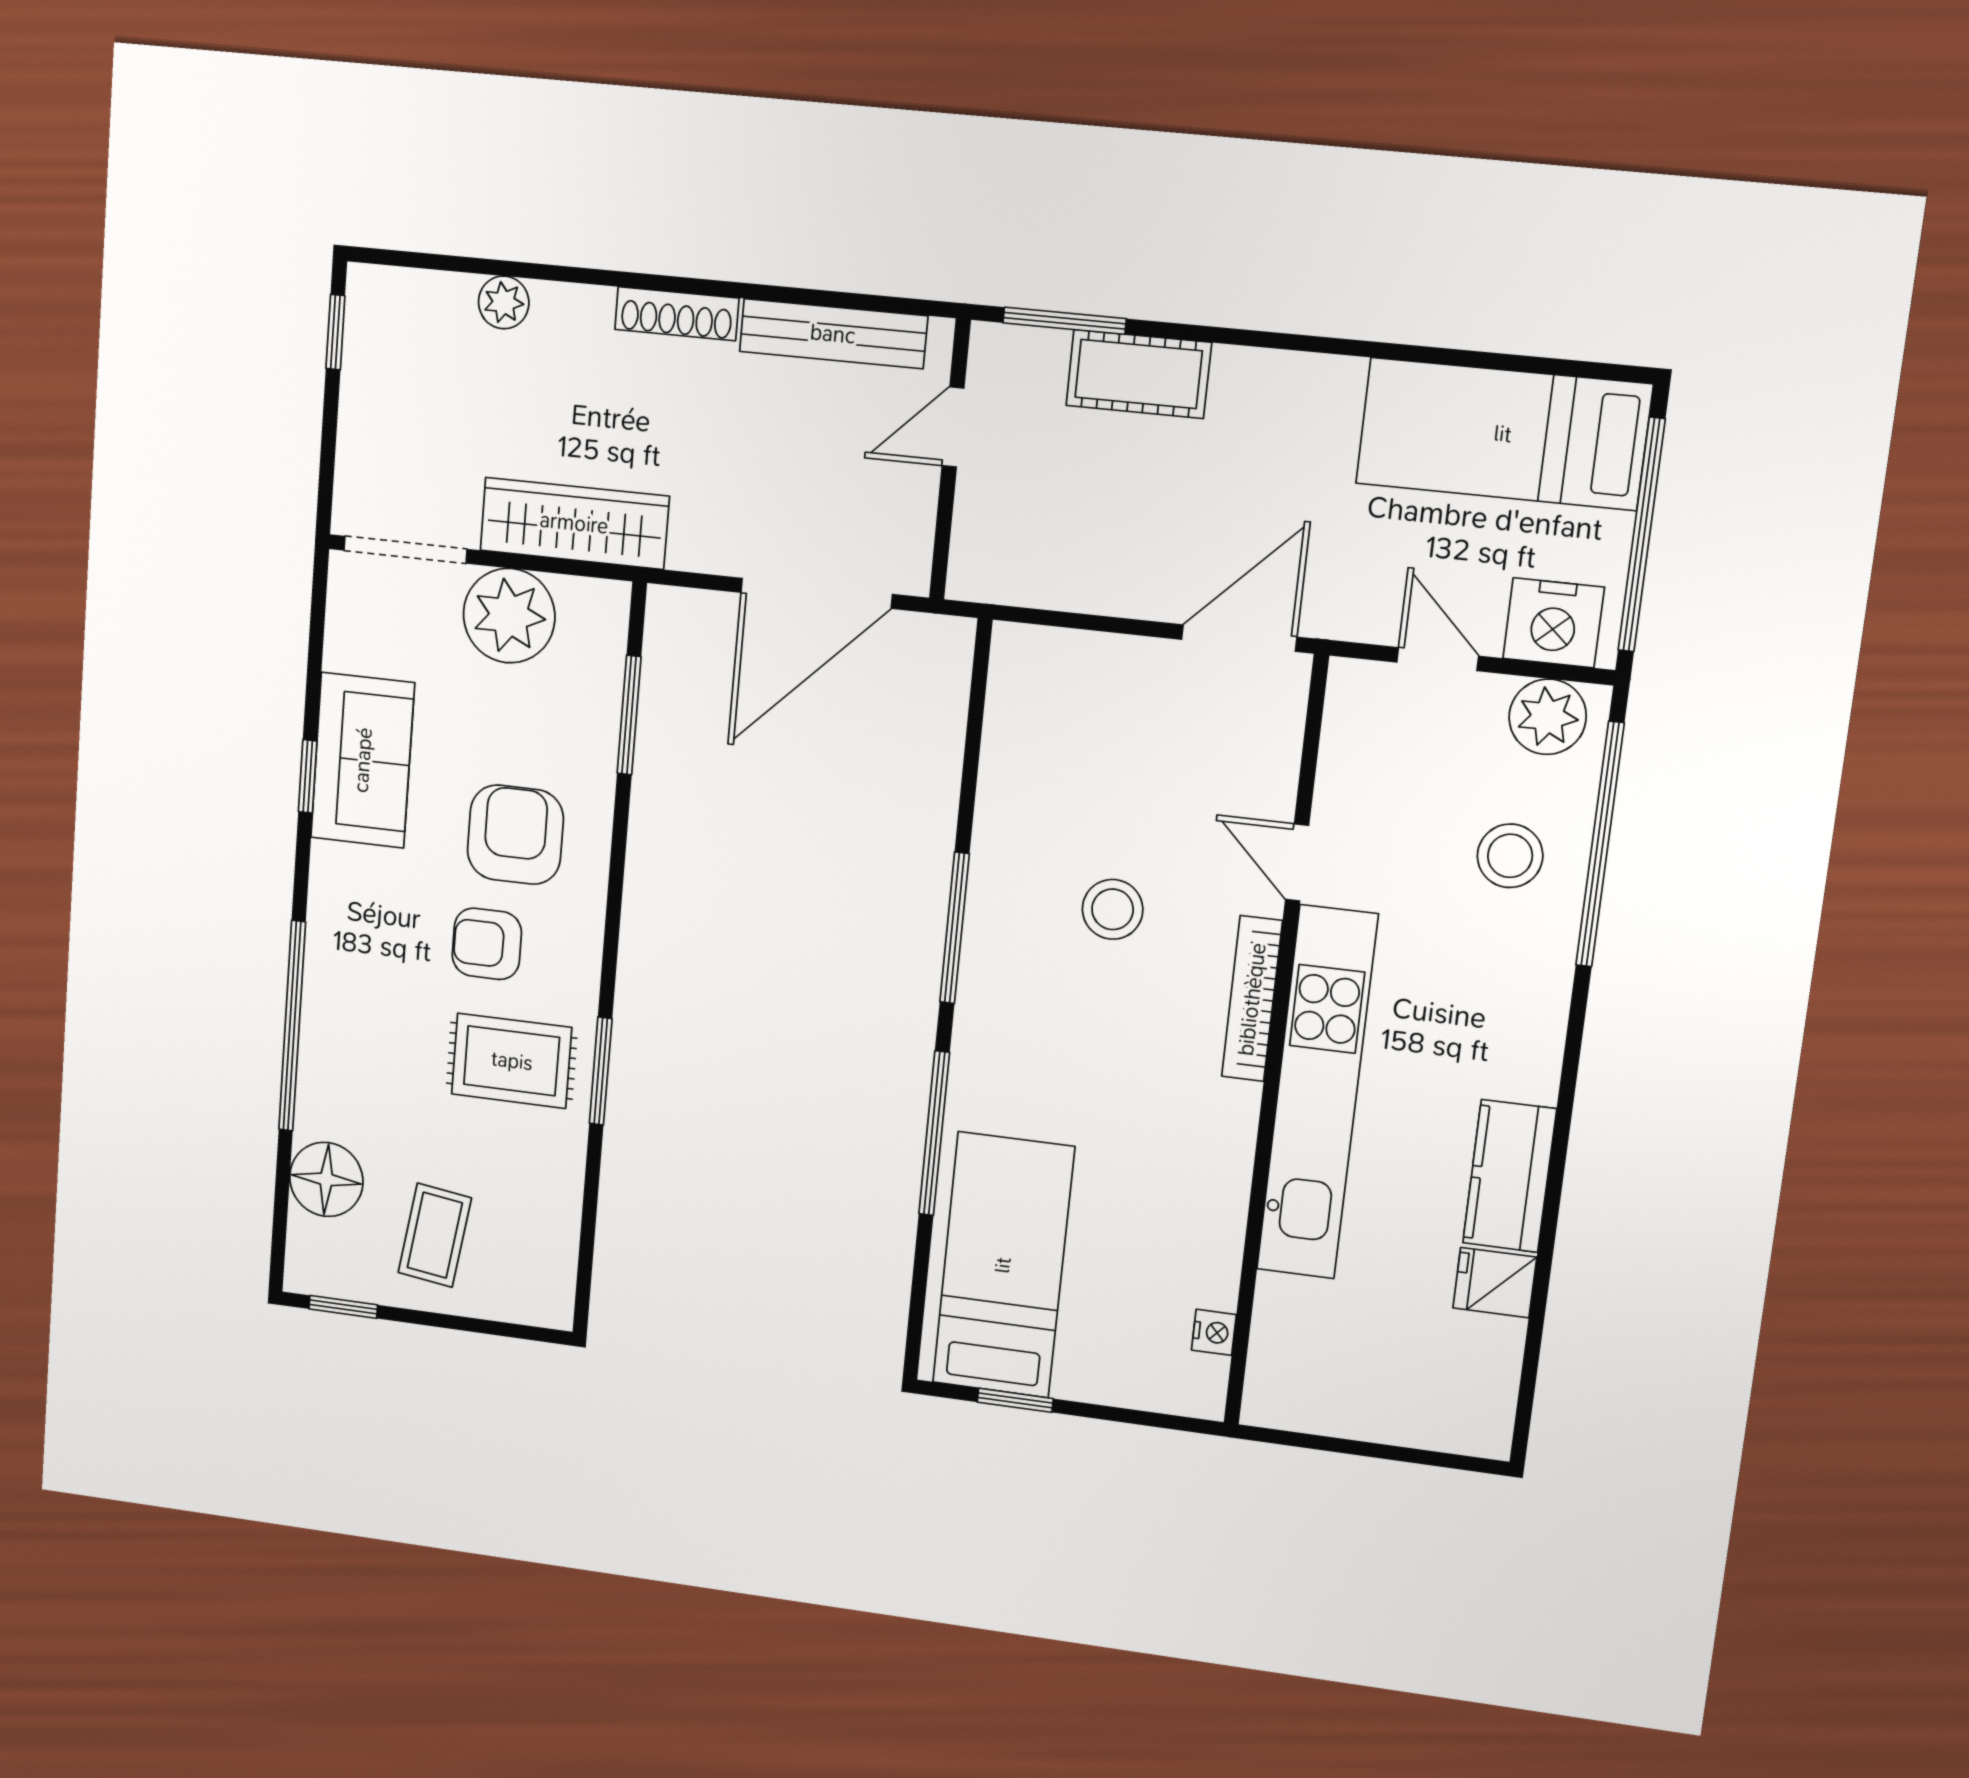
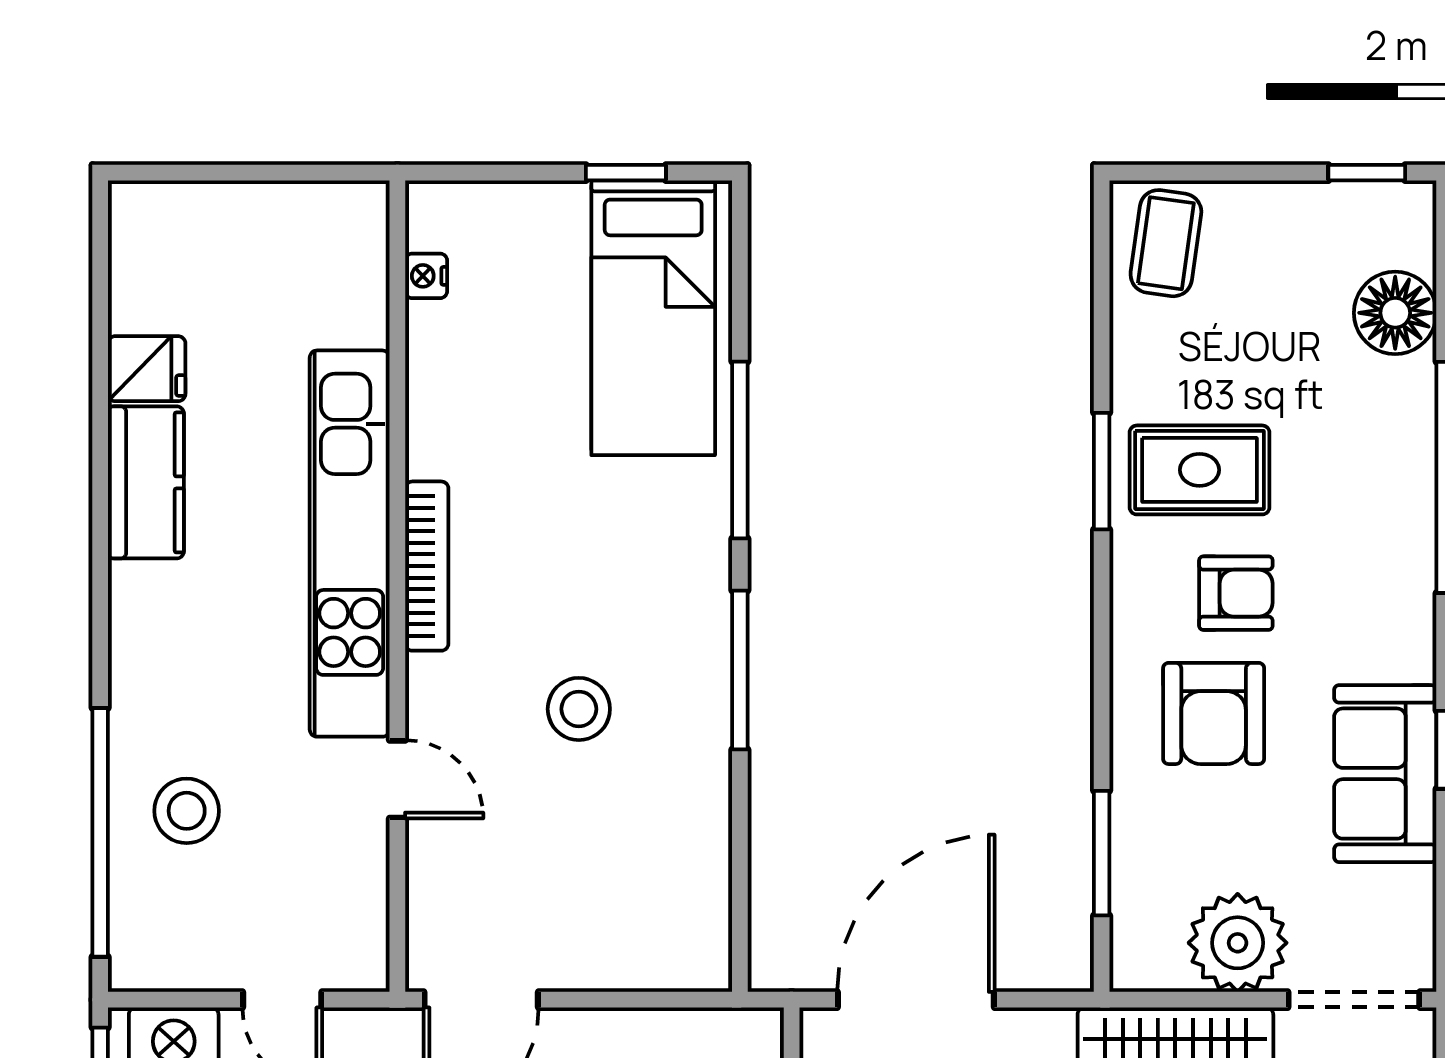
plant: (1548, 717) -> (168, 954), removed
bookcase: (1252, 999) -> (427, 566), moved
coffee table: (435, 1235) -> (1166, 243), moved

